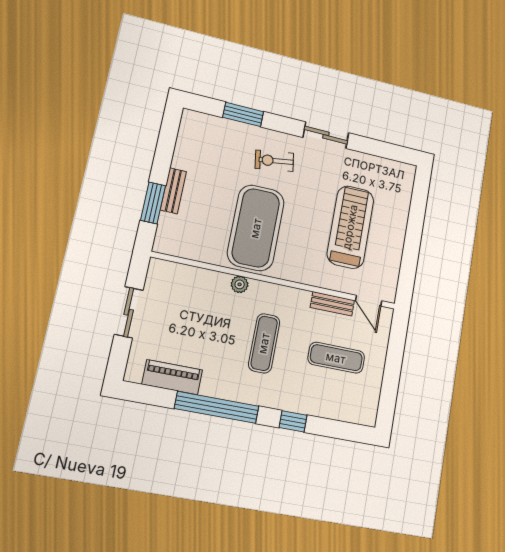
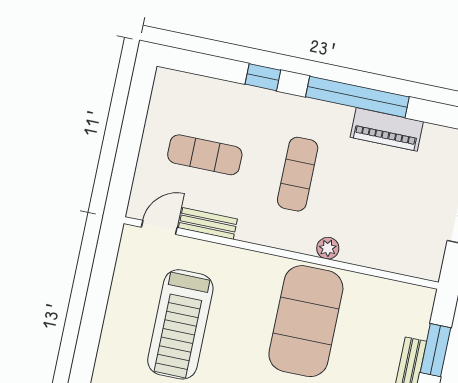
door: (369, 301) -> (159, 227), hinge flipped
piano: (172, 377) -> (387, 129), moved

